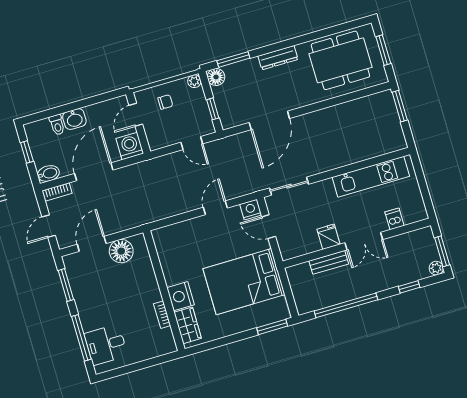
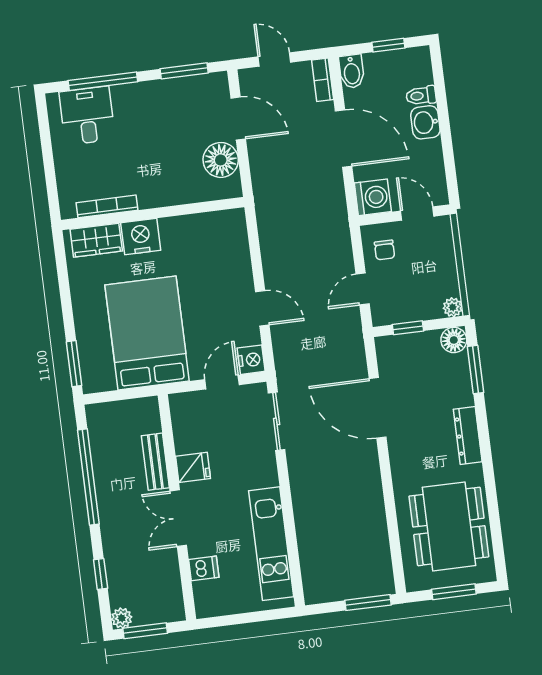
chair: (165, 102) -> (385, 250), moved
bookcase: (162, 315) -> (107, 206), width x1.56

